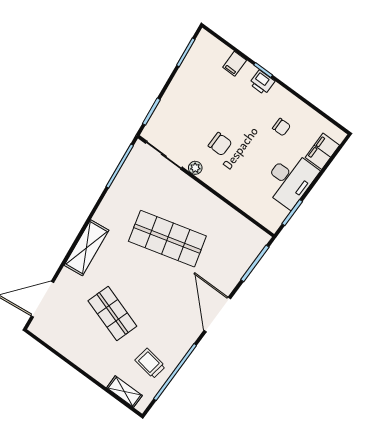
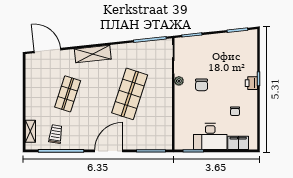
filing cabinet: (235, 64) -> (251, 61), removed
shop shelf: (167, 239) -> (130, 94), turned 33

